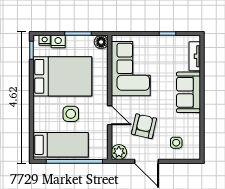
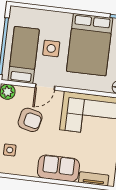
bed: (61, 145) -> (24, 55), moved, turned 180

